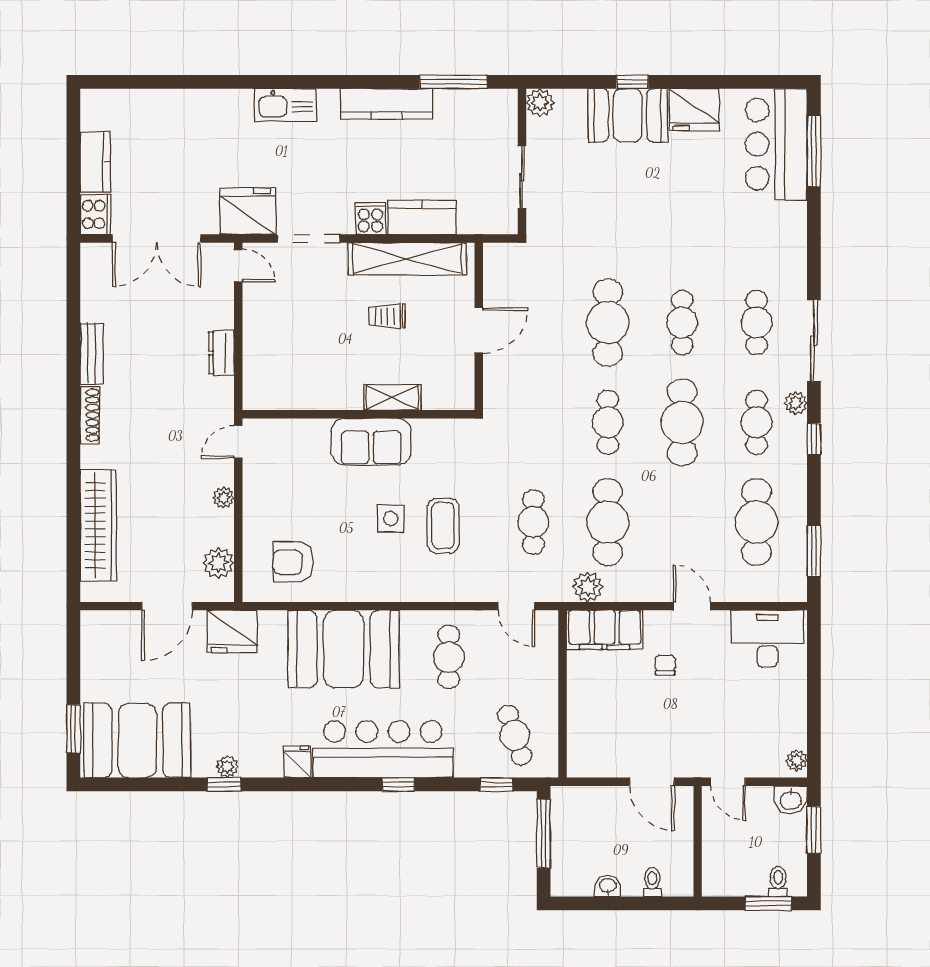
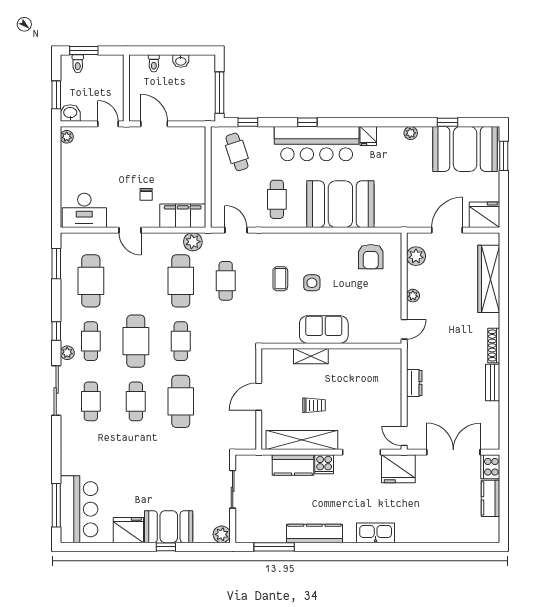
coffee table: (443, 526) -> (280, 279), width x0.73, depth x0.77
armchair: (293, 562) -> (371, 257), turned 90
fridge: (232, 631) -> (484, 215), moved
window: (224, 784) -> (448, 122), moved

